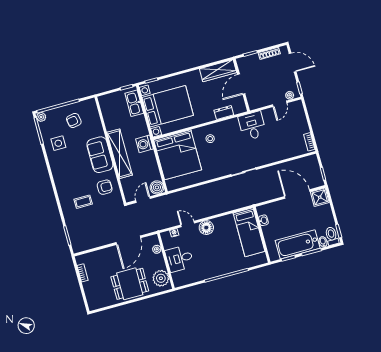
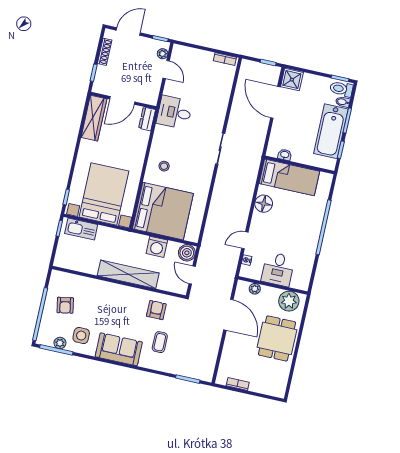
door: (241, 84) -> (122, 100), hinge flipped
dresser: (224, 113) -> (147, 119), moved
plant: (41, 117) -> (60, 343), moved
washing machine: (144, 144) -> (157, 247), moved
sofa: (100, 155) -> (119, 349), moved, turned 180
door: (297, 194) -> (275, 102), hinge flipped
floor lamp: (206, 228) -> (264, 204), moved

